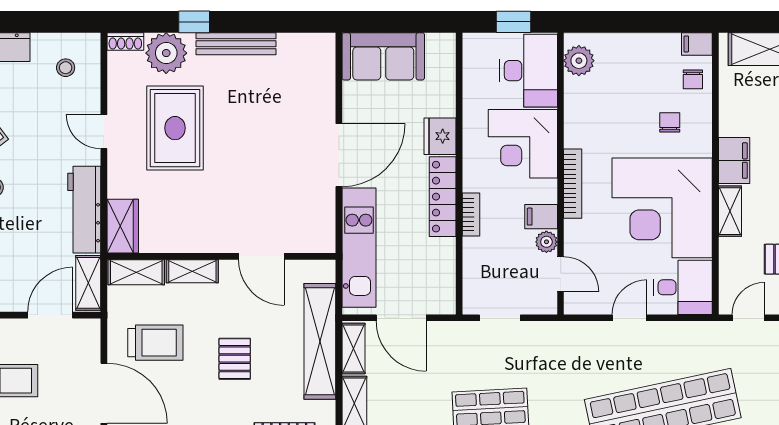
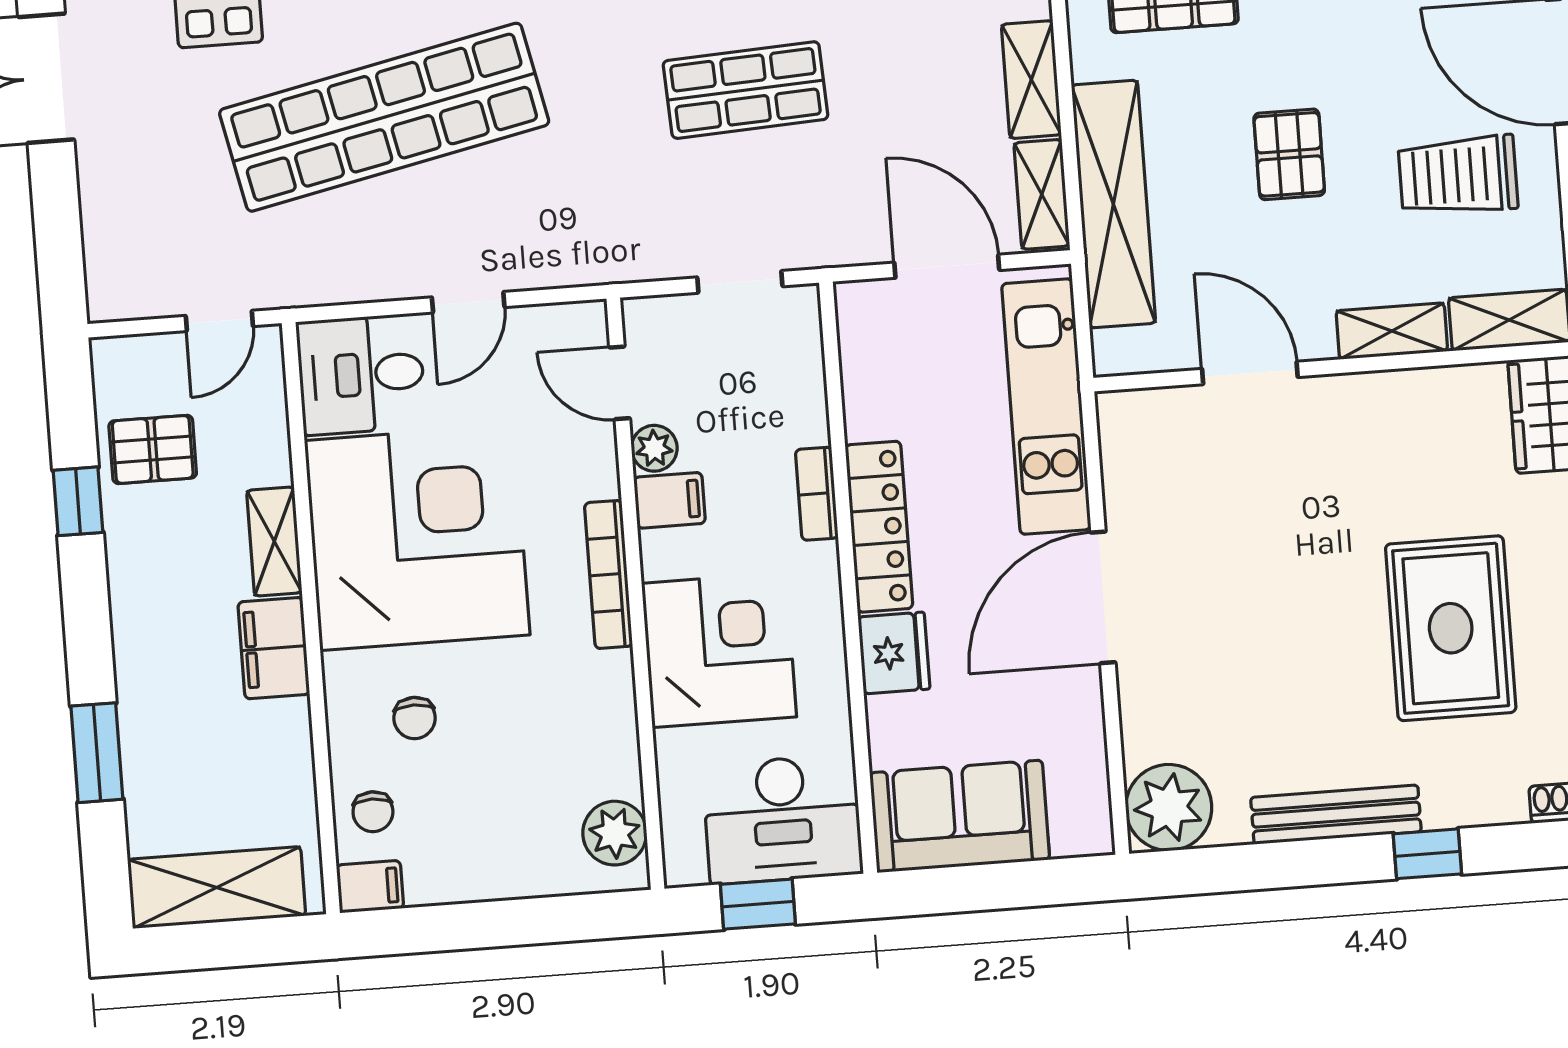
plant: (166, 53) -> (1169, 808), moved
sofa: (383, 56) -> (960, 816), moved
desk: (529, 71) -> (782, 819), moved, turned -90
chair: (693, 79) -> (373, 812), turned 180

